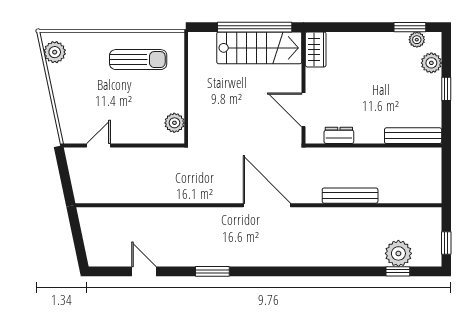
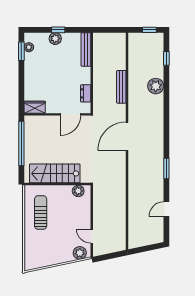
stairs: (259, 48) -> (55, 173), moved, turned -90
plant: (55, 52) -> (80, 253), moved
plant: (431, 63) -> (55, 39), moved
plant: (398, 253) -> (156, 86), moved

